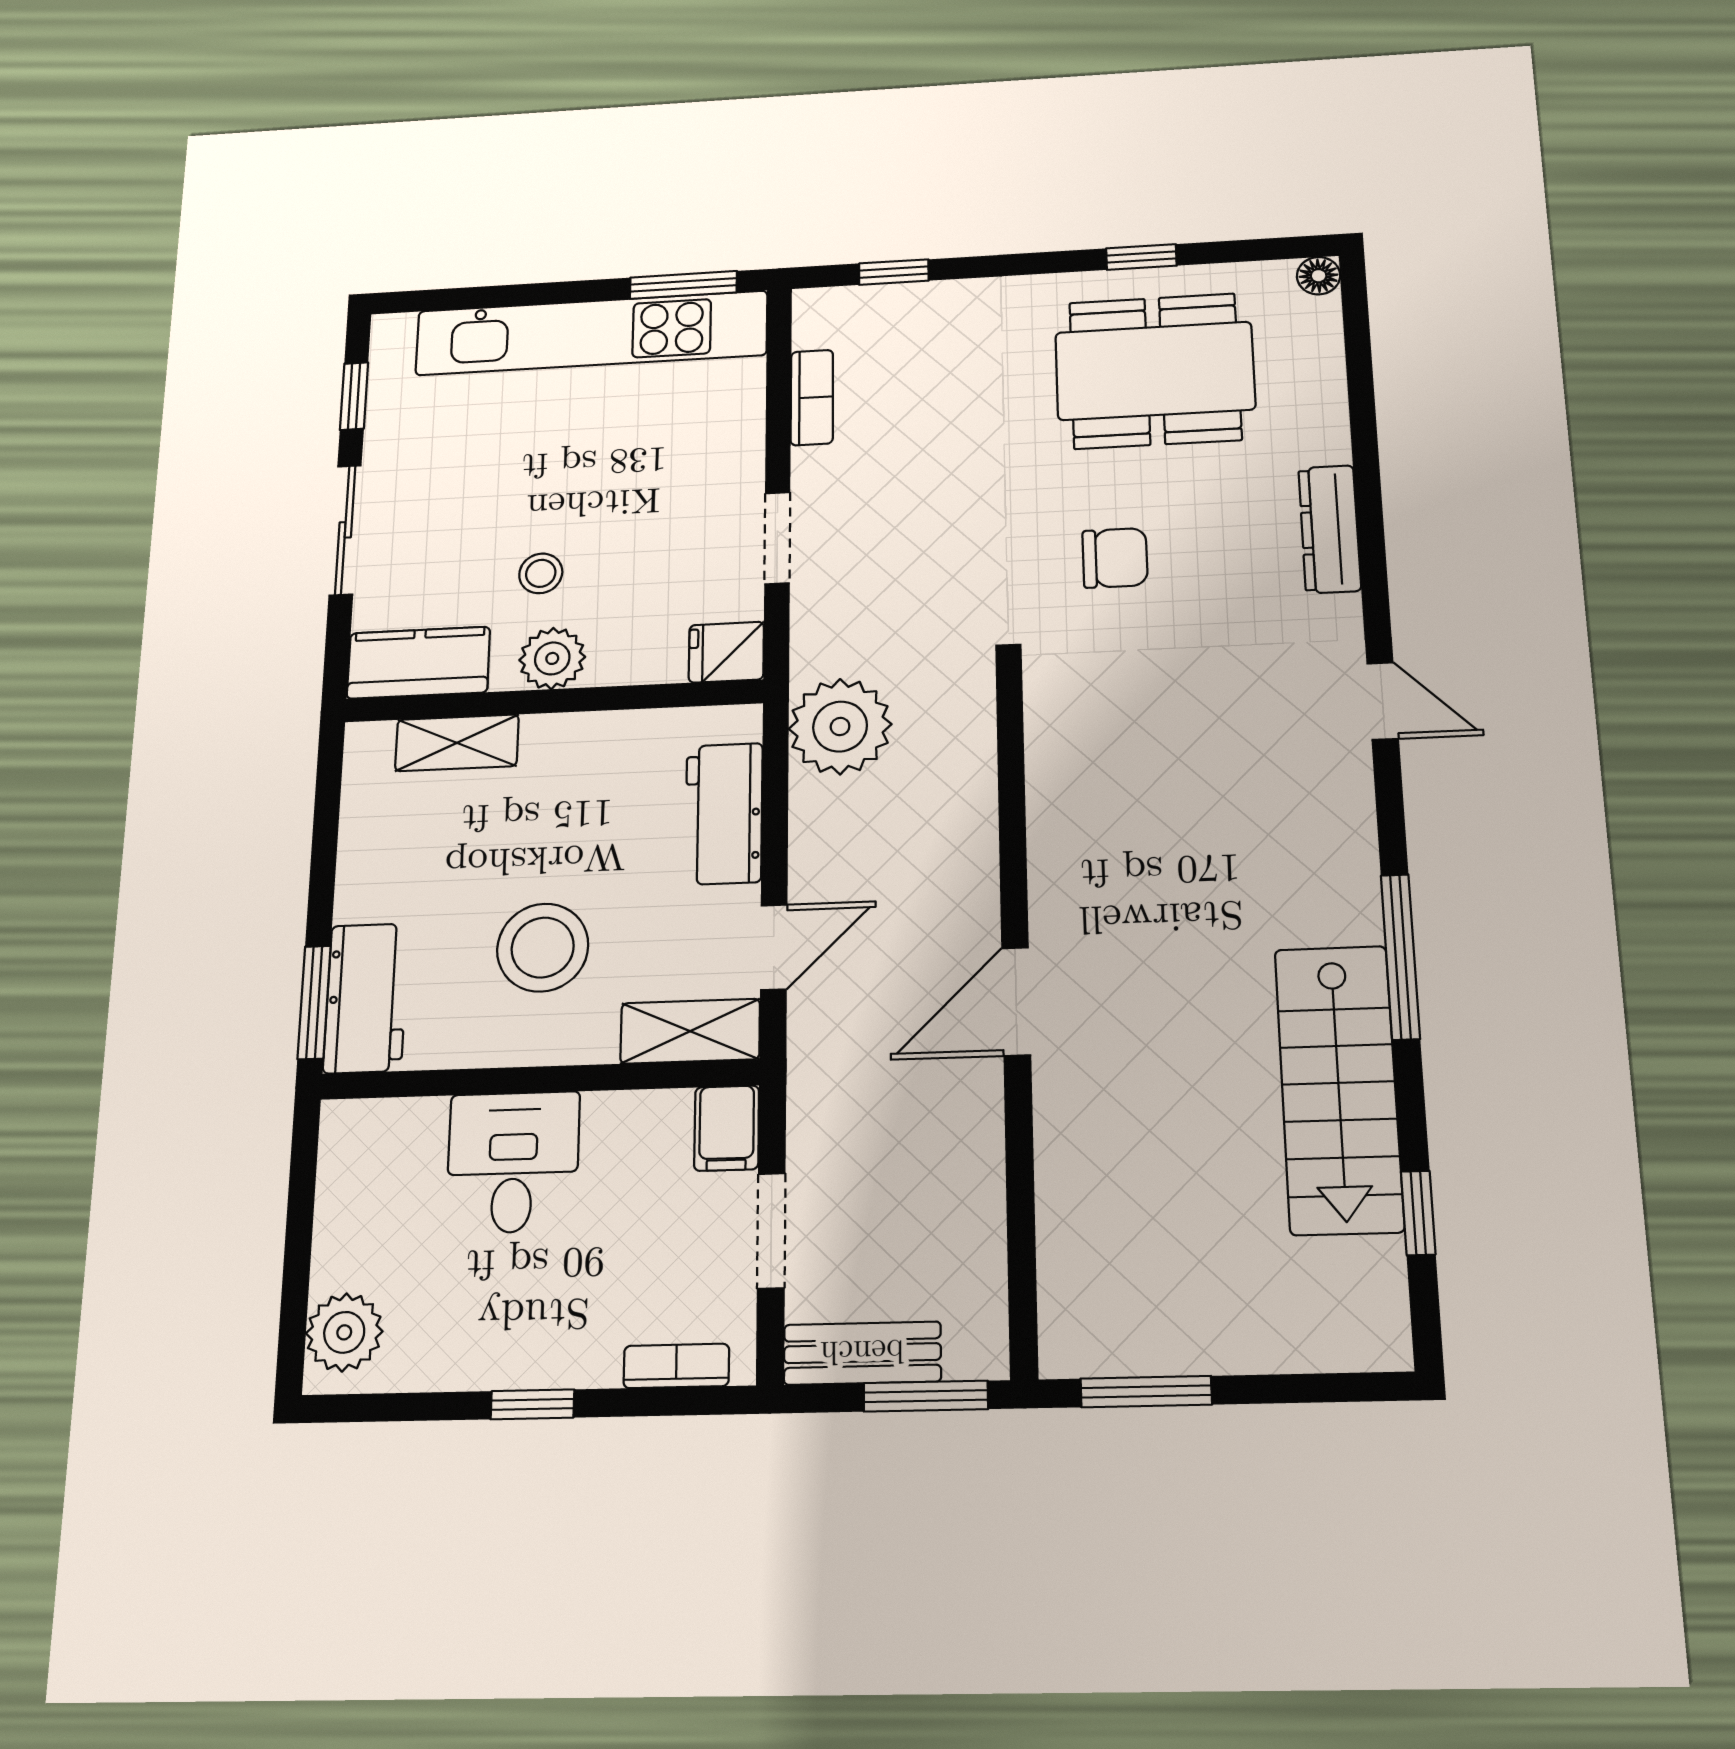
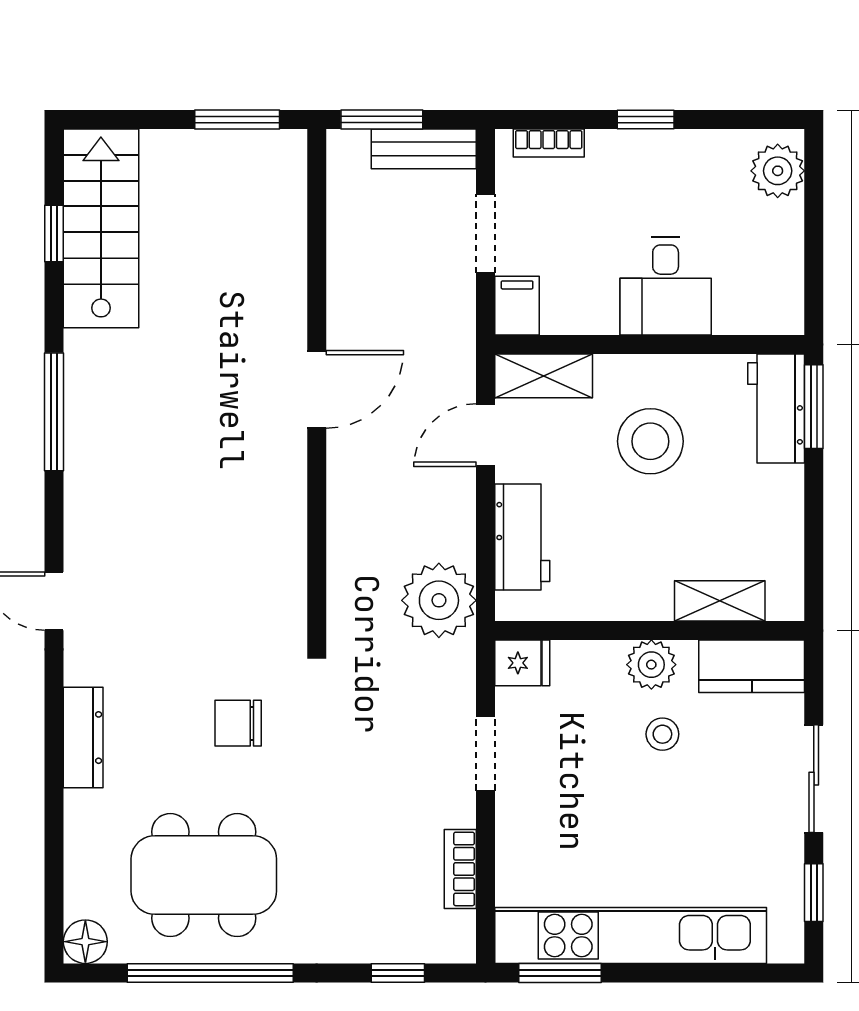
window: (1141, 257) -> (210, 973), width x3.17
floor lamp: (1319, 276) -> (85, 942), width x1.37, depth x1.37
stairs: (1339, 1089) -> (101, 228), moved

